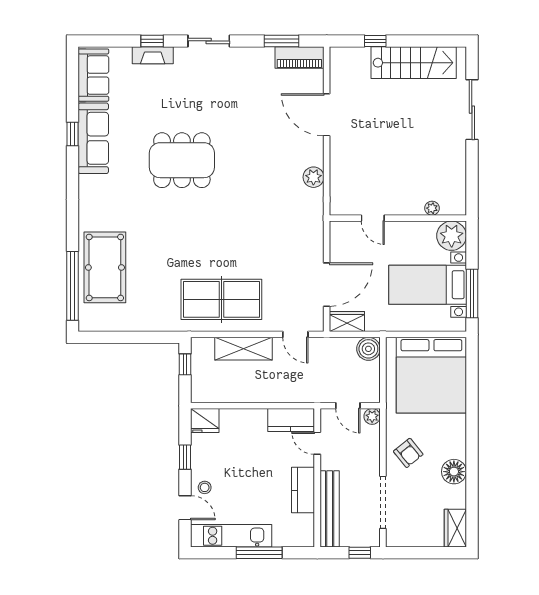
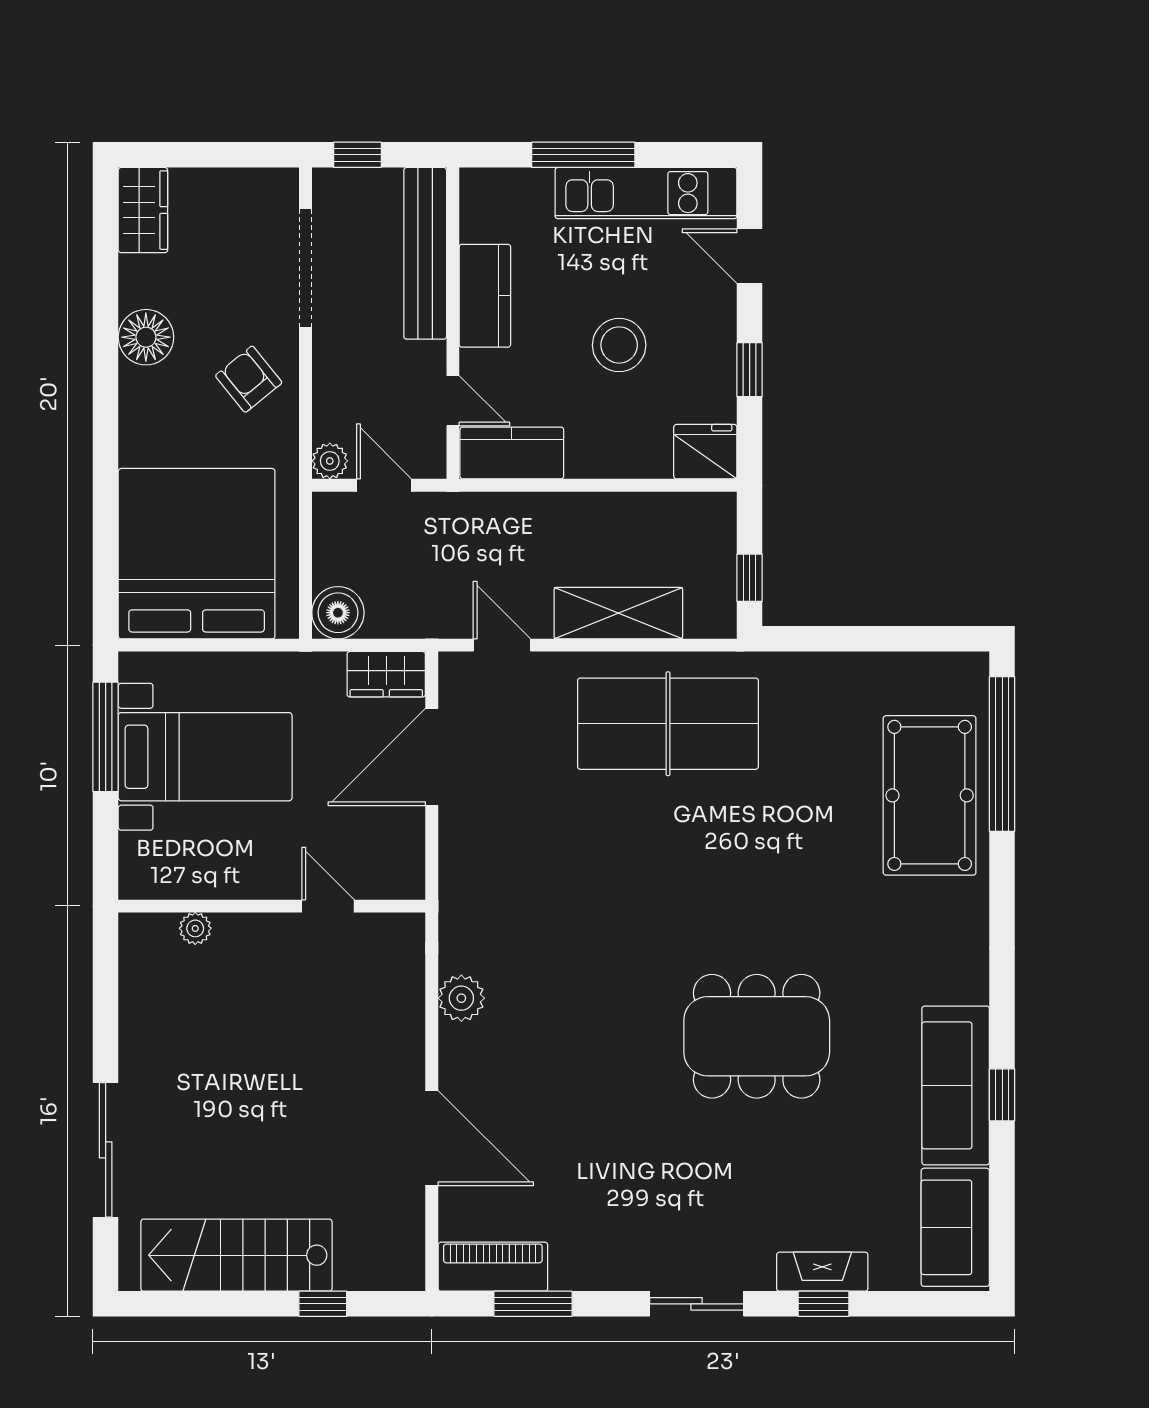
plant: (452, 236) -> (151, 867), removed
stool: (205, 487) -> (619, 345), moved, width x1.89, depth x1.89

